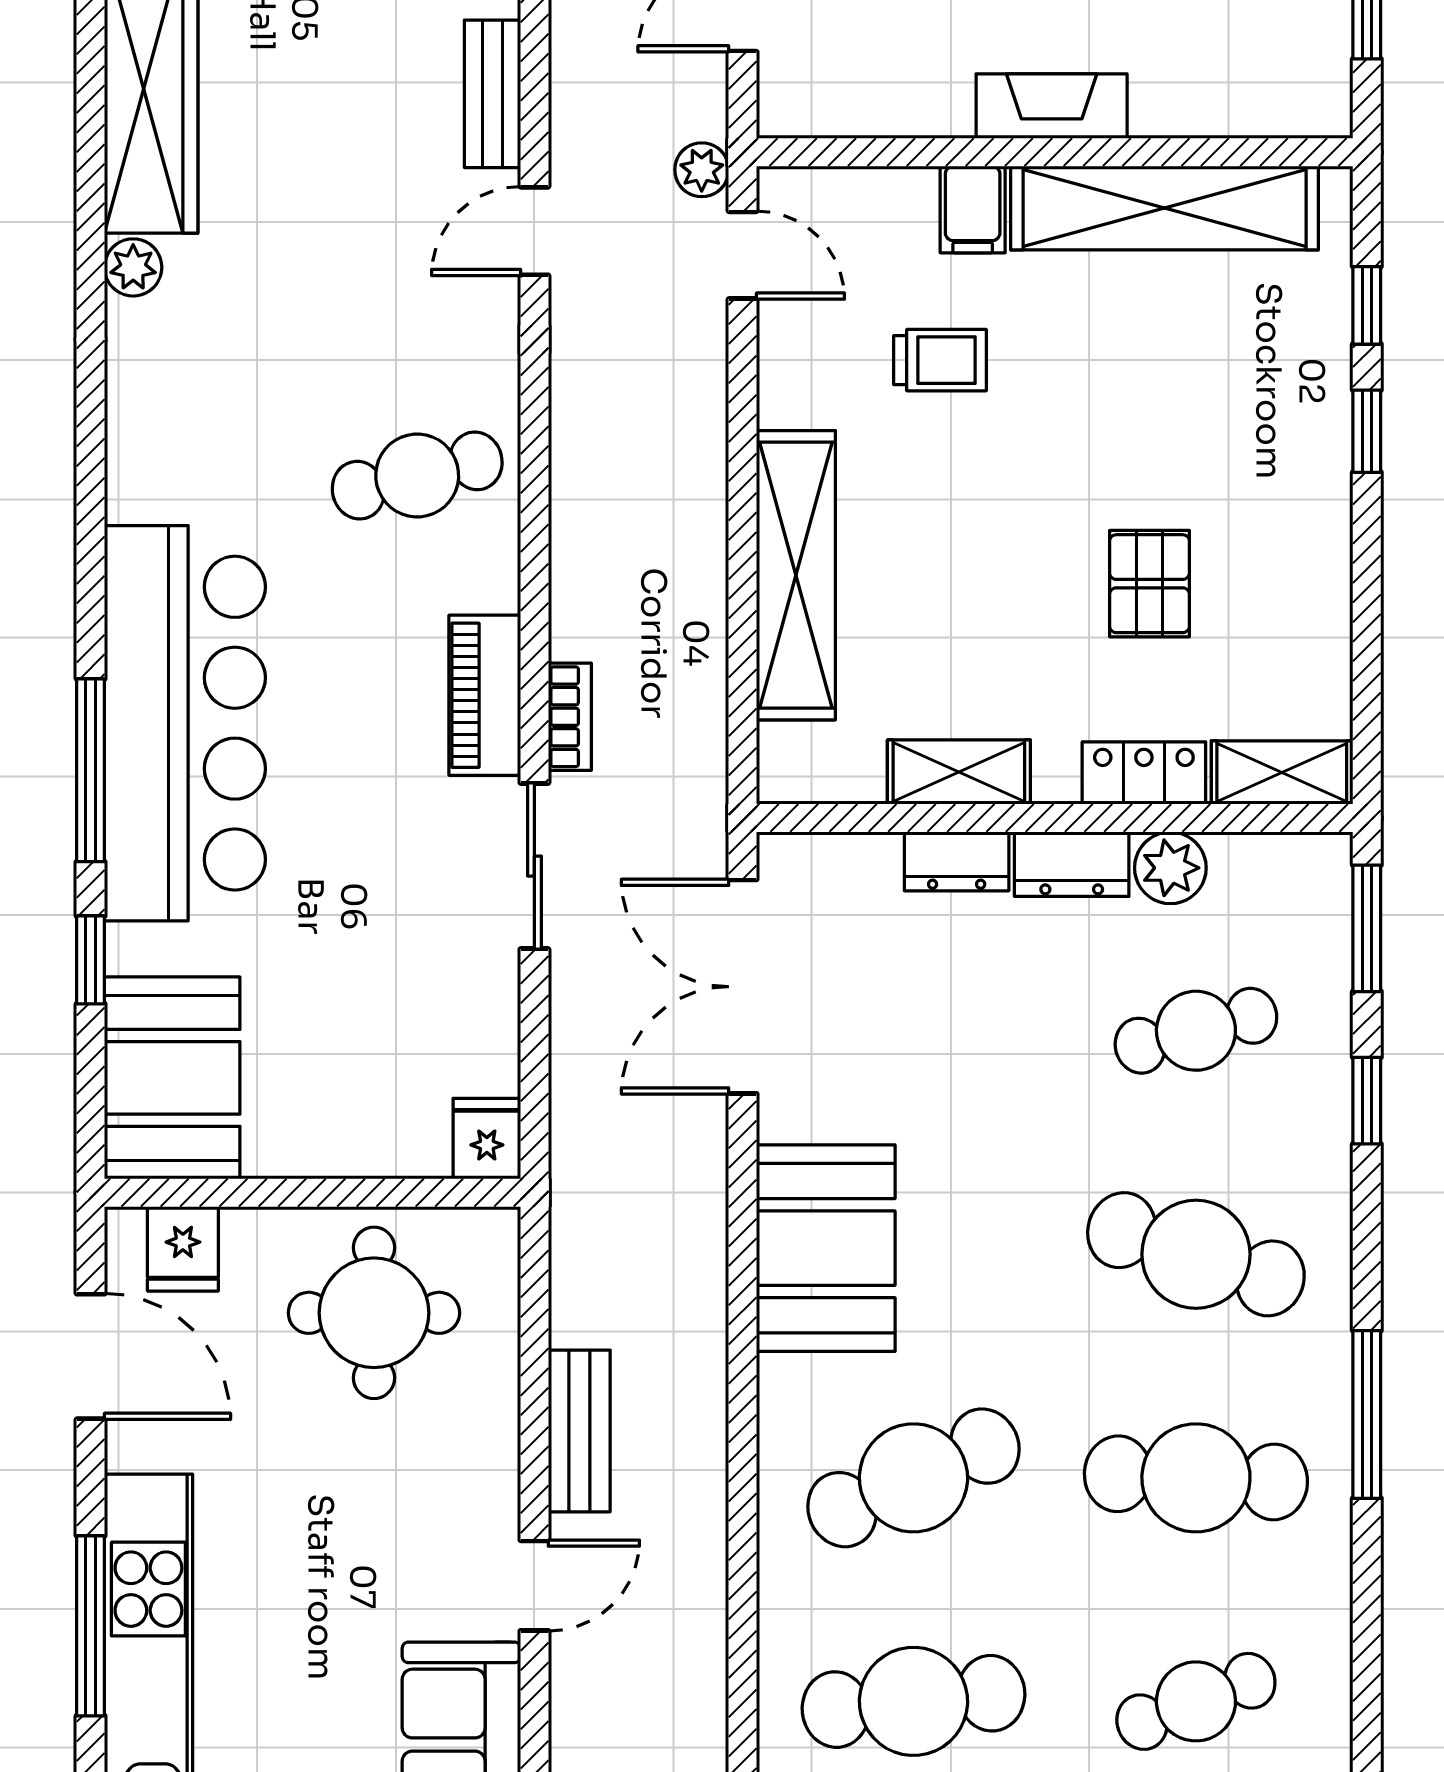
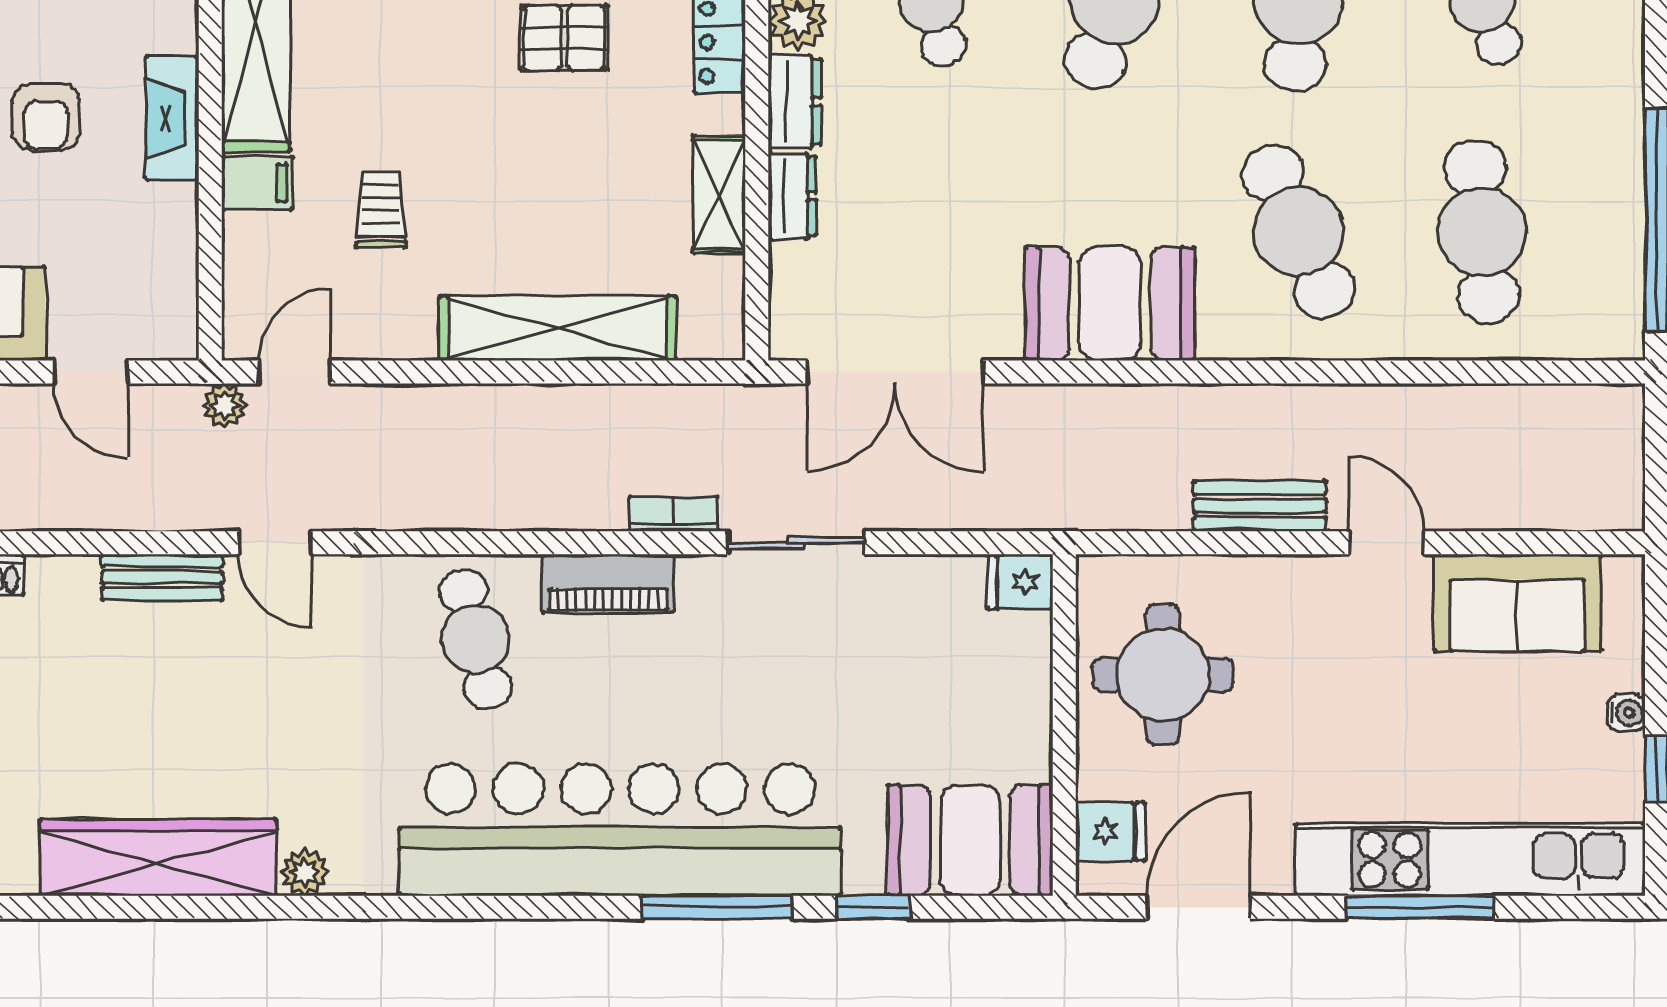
piano: (485, 695) -> (608, 584), moved
bar counter: (185, 723) -> (620, 830), width x1.36

